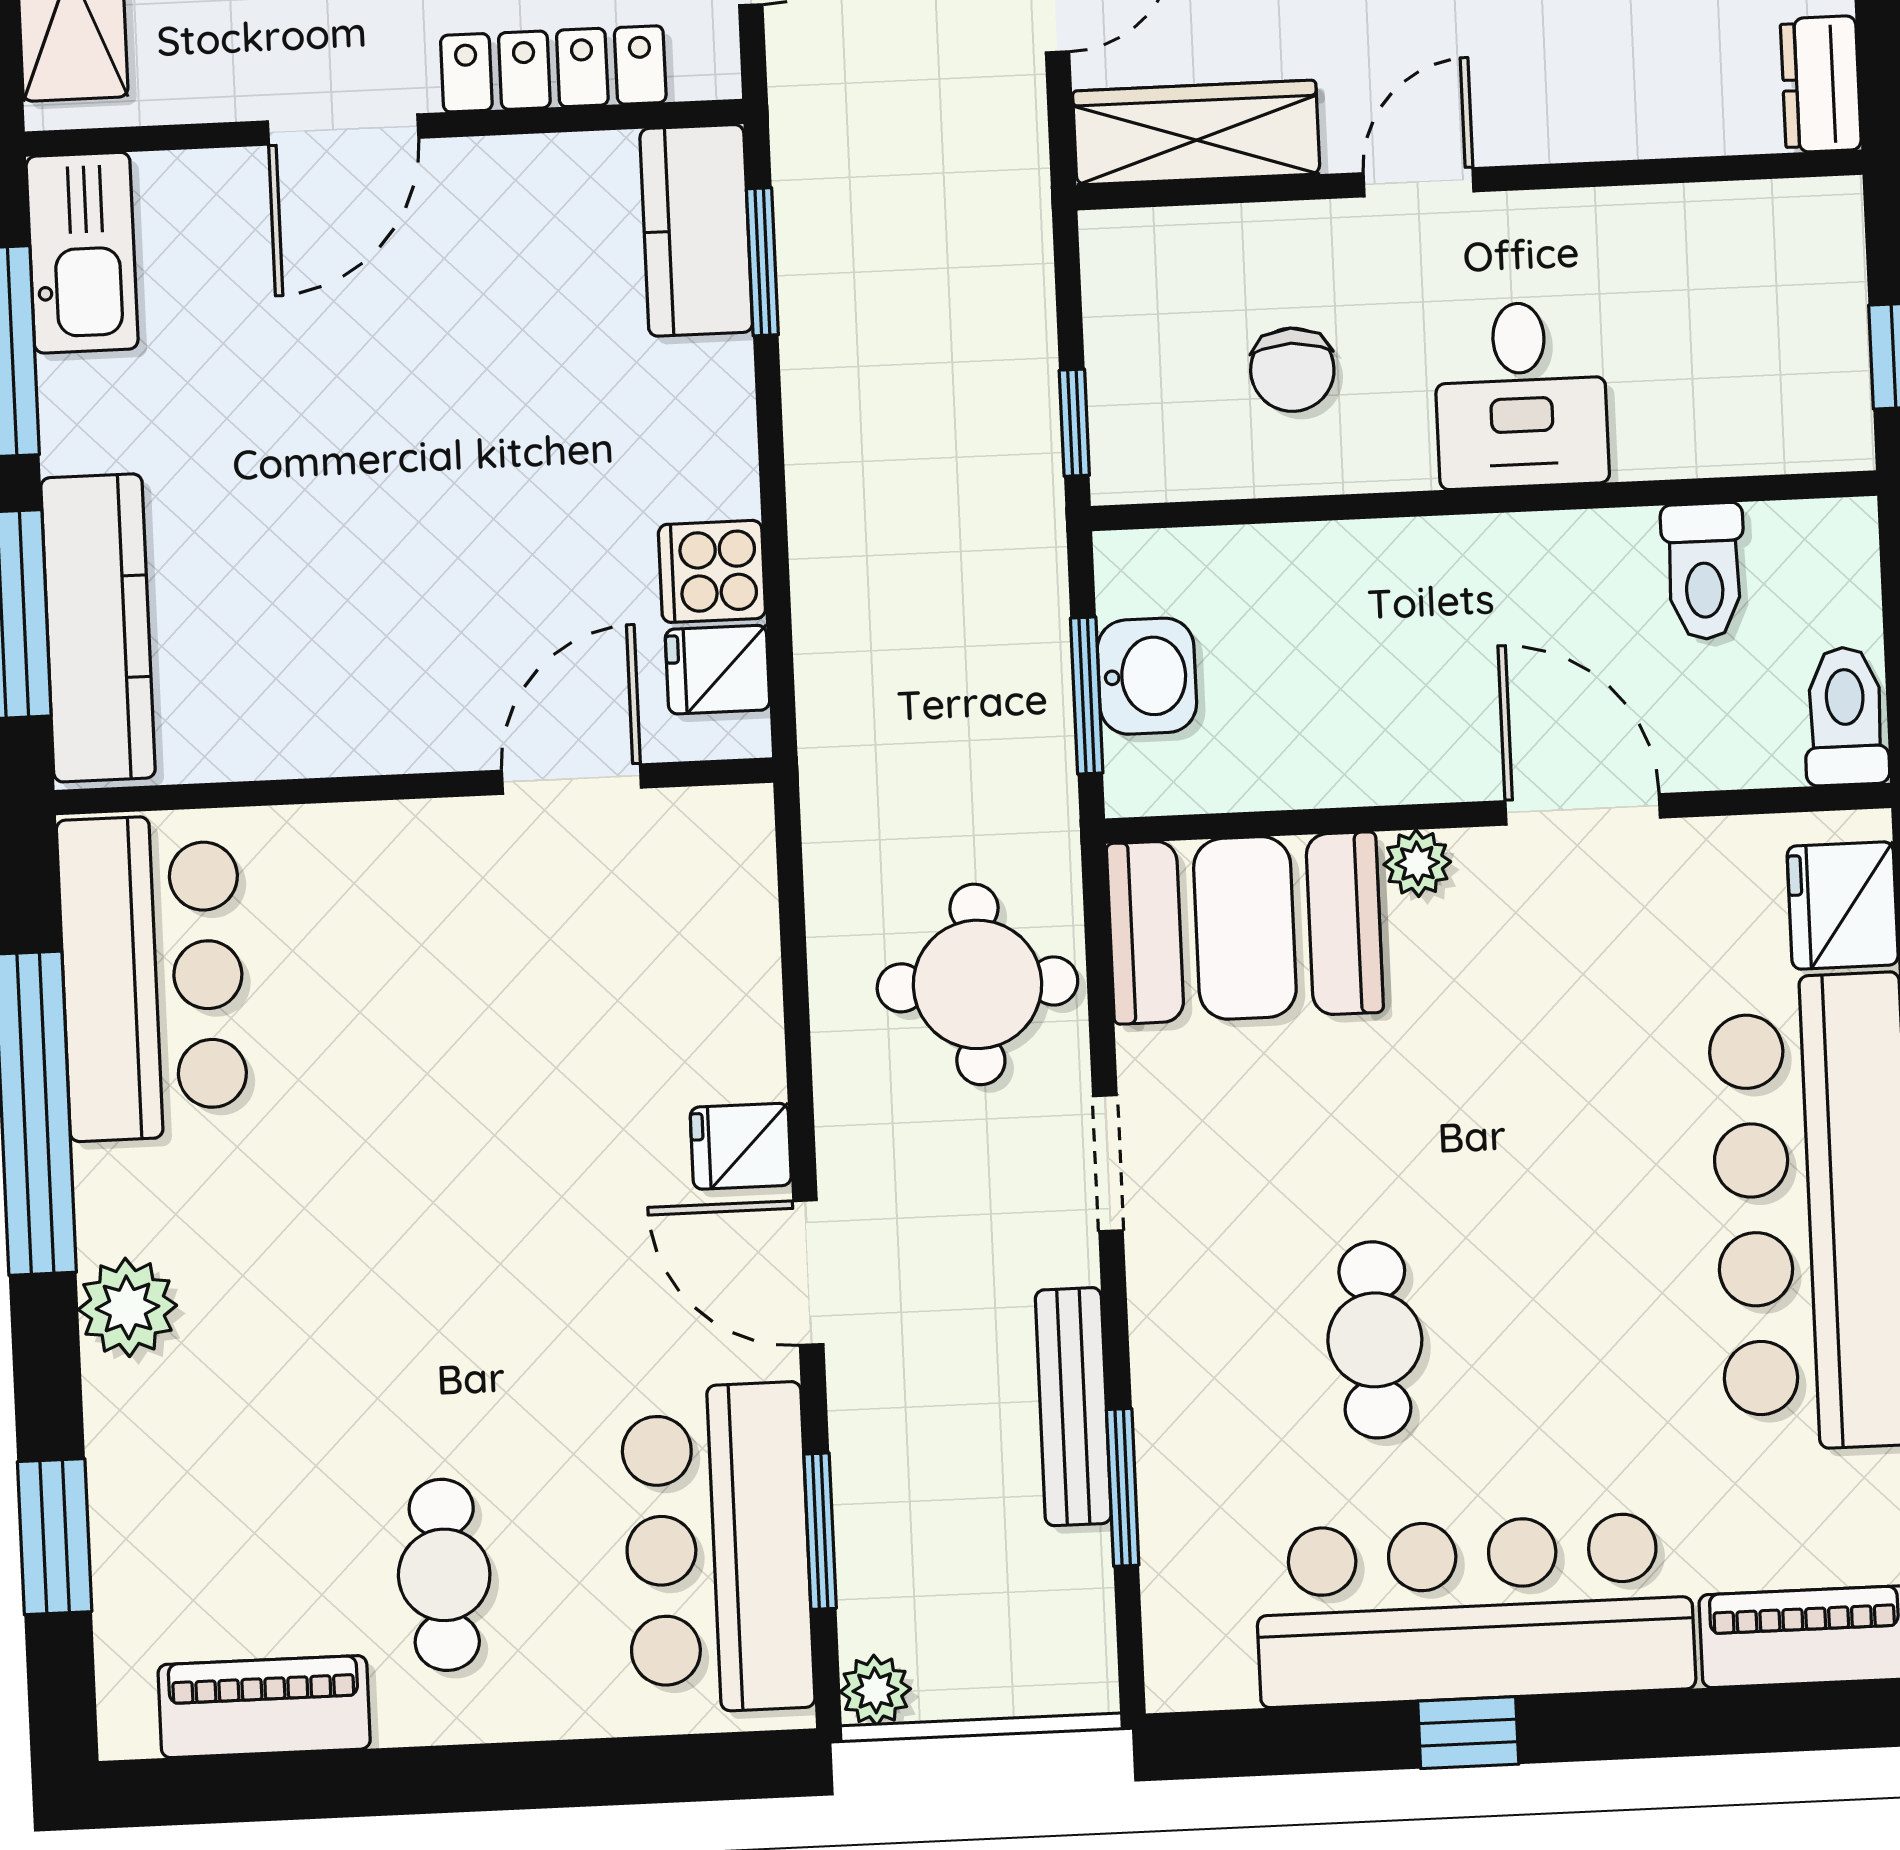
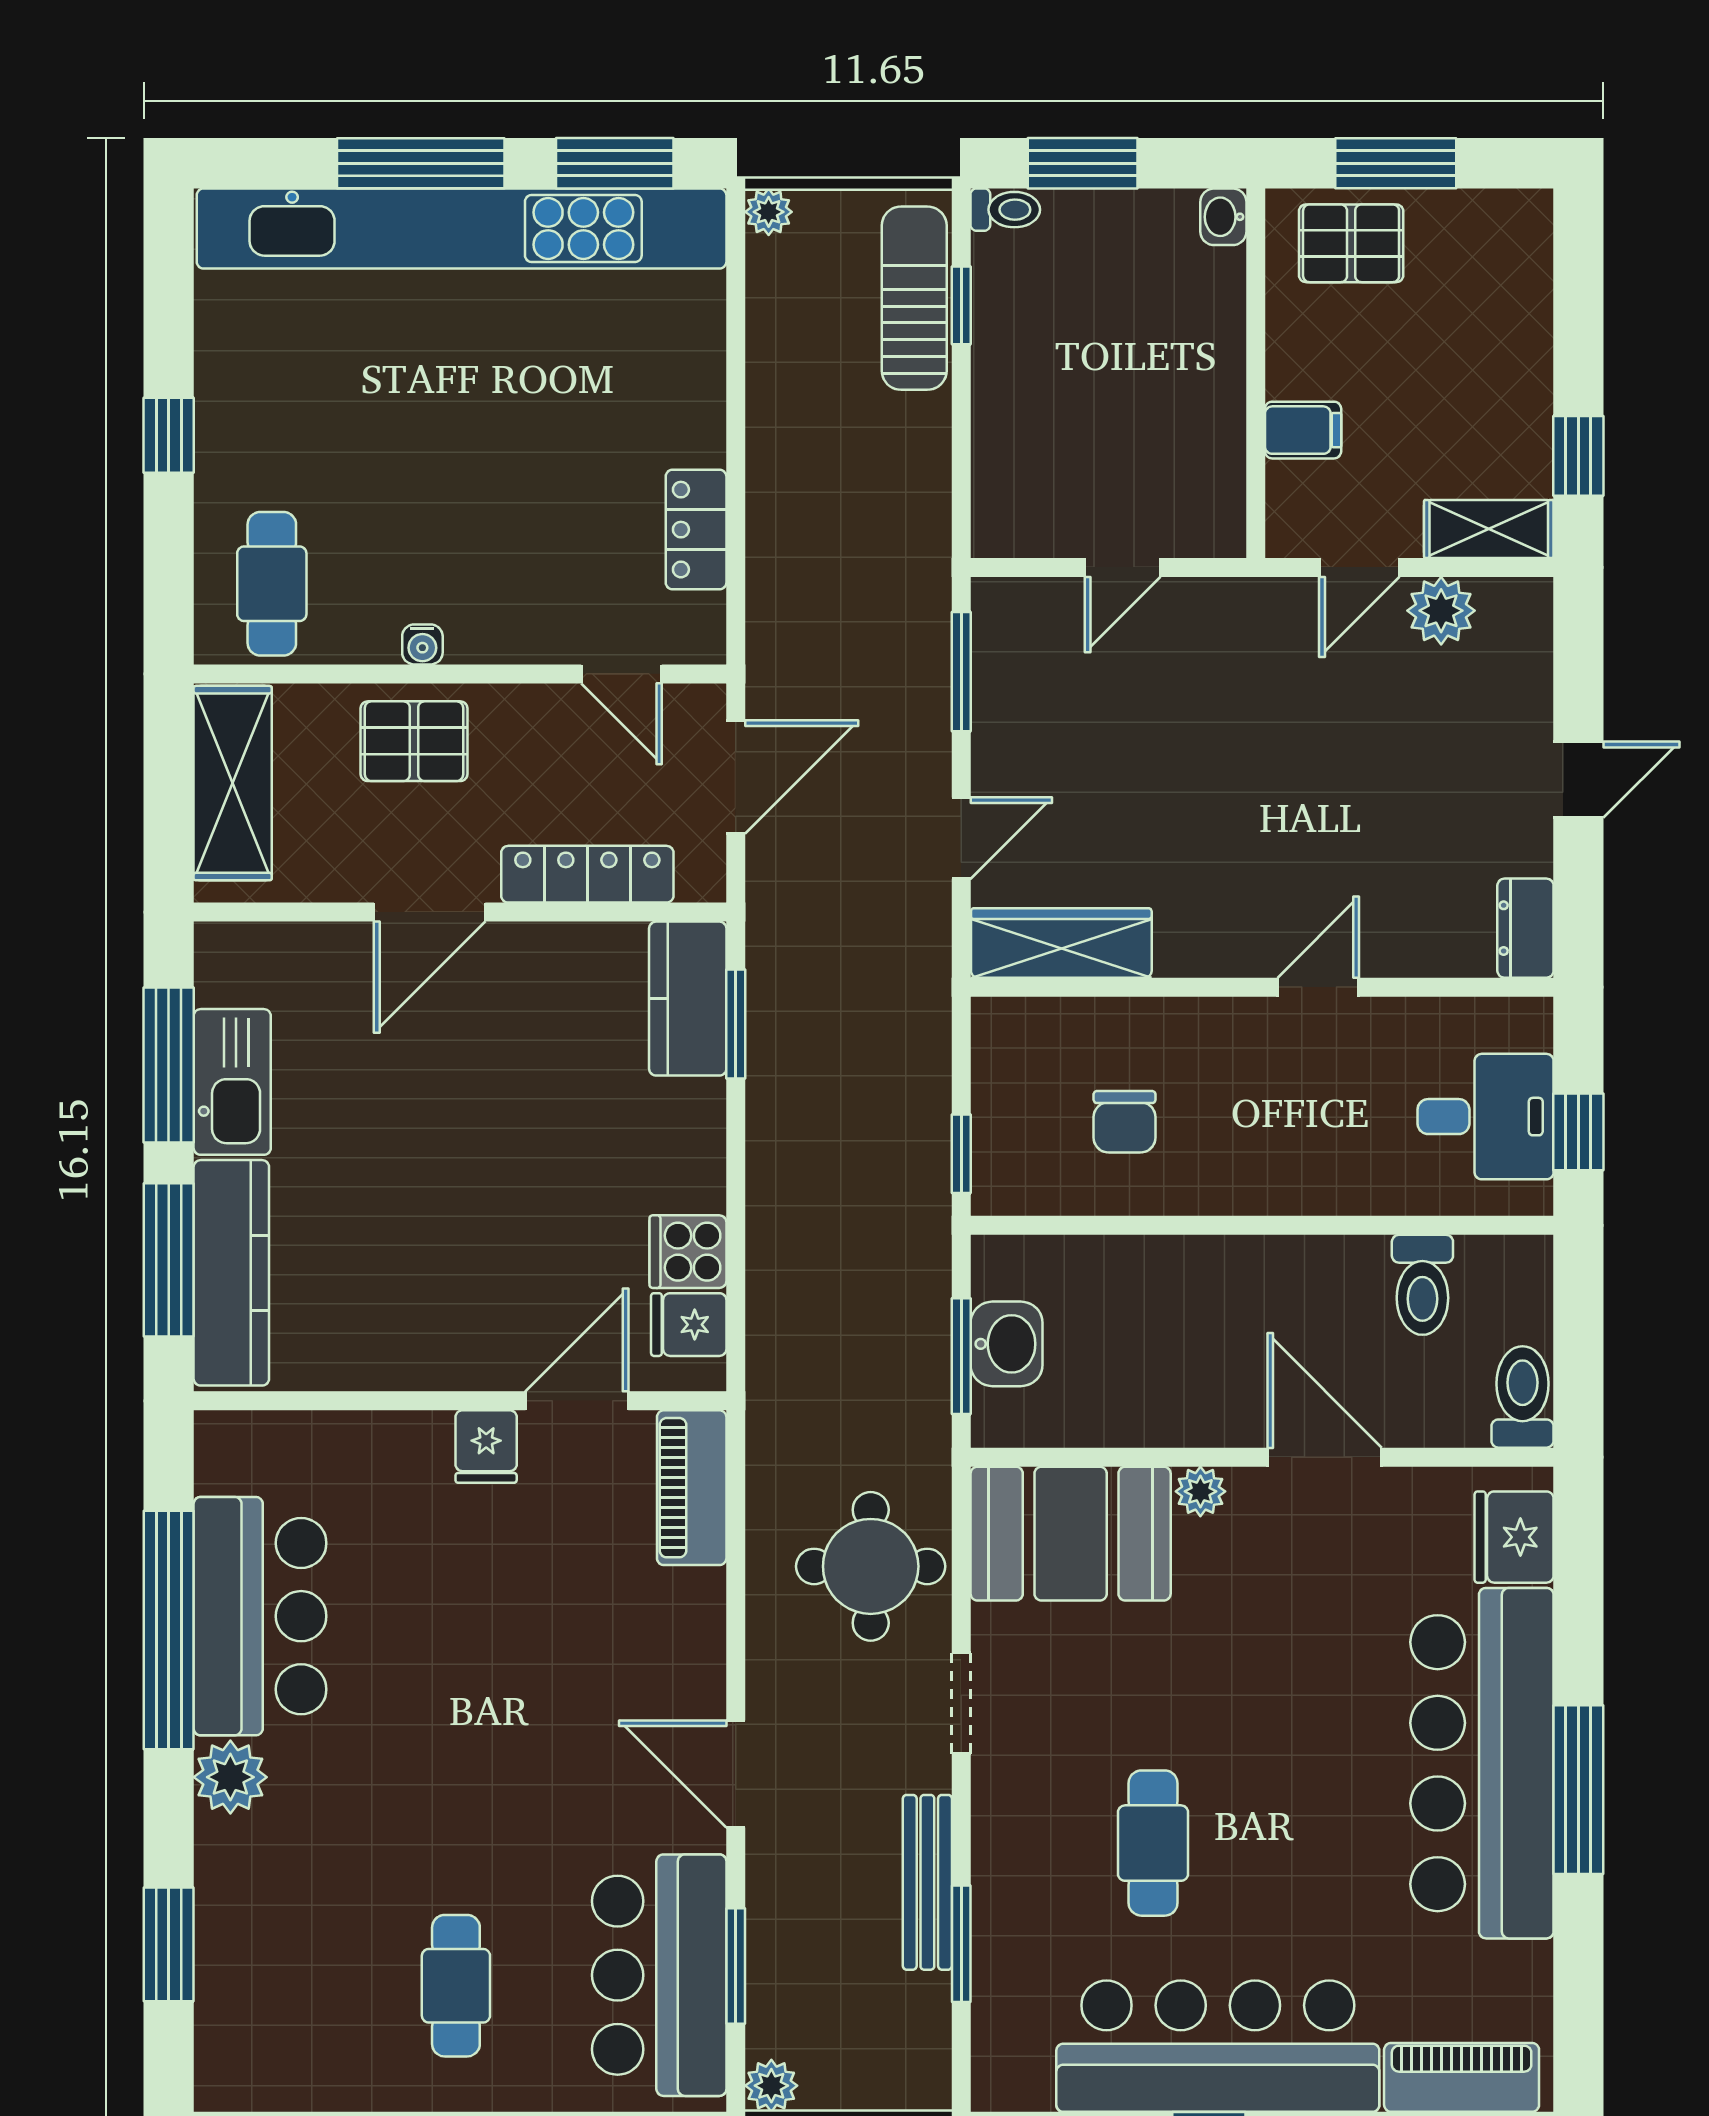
door: (1418, 182) -> (1318, 987), moved
kitchen sink: (82, 253) -> (232, 1082), moved
desk: (1521, 395) -> (1486, 1117), moved, turned -90
bar counter: (152, 977) -> (260, 1616), moved
fridge: (741, 1146) -> (486, 1447), moved, turned -90
piano: (264, 1707) -> (692, 1488), moved, turned -90

